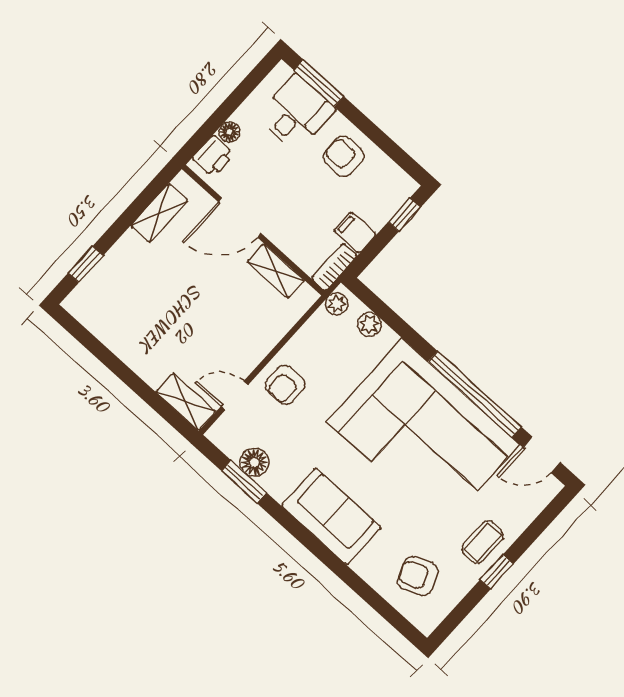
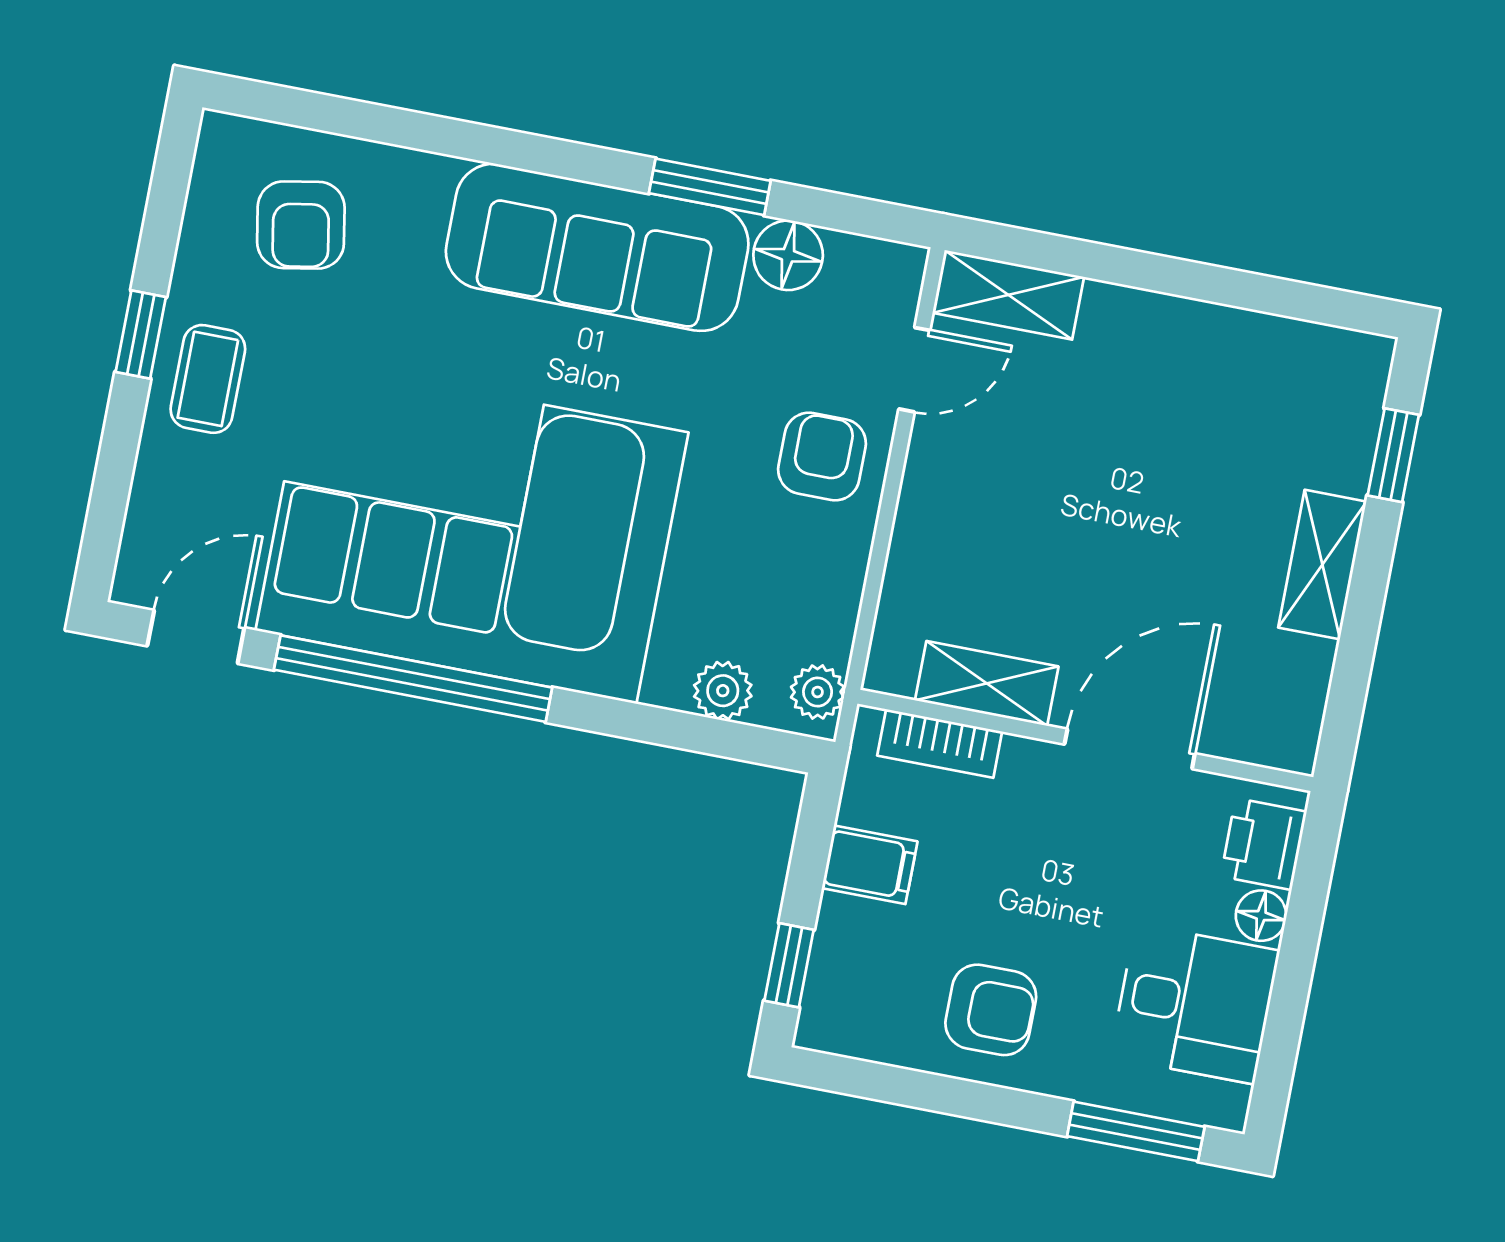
desk: (296, 113) -> (1195, 1004), moved, turned -90
shelving: (159, 213) -> (1322, 565), moved
bookcase: (334, 267) -> (940, 744), moved, turned 90
window: (244, 482) -> (710, 187), moved
sofa: (331, 516) -> (597, 247), width x1.36
armchair: (418, 576) -> (301, 225), turned 102

